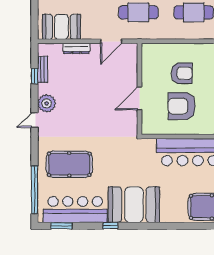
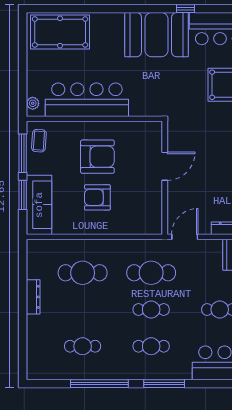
wall: (139, 89) -> (165, 178), moved
door: (139, 98) -> (165, 166), moved

